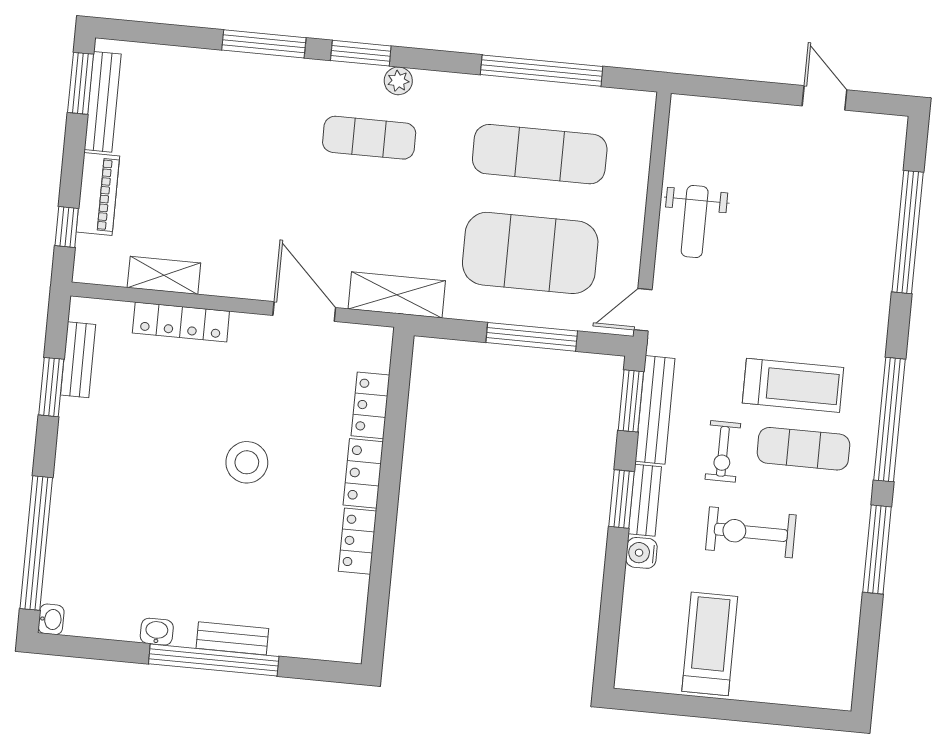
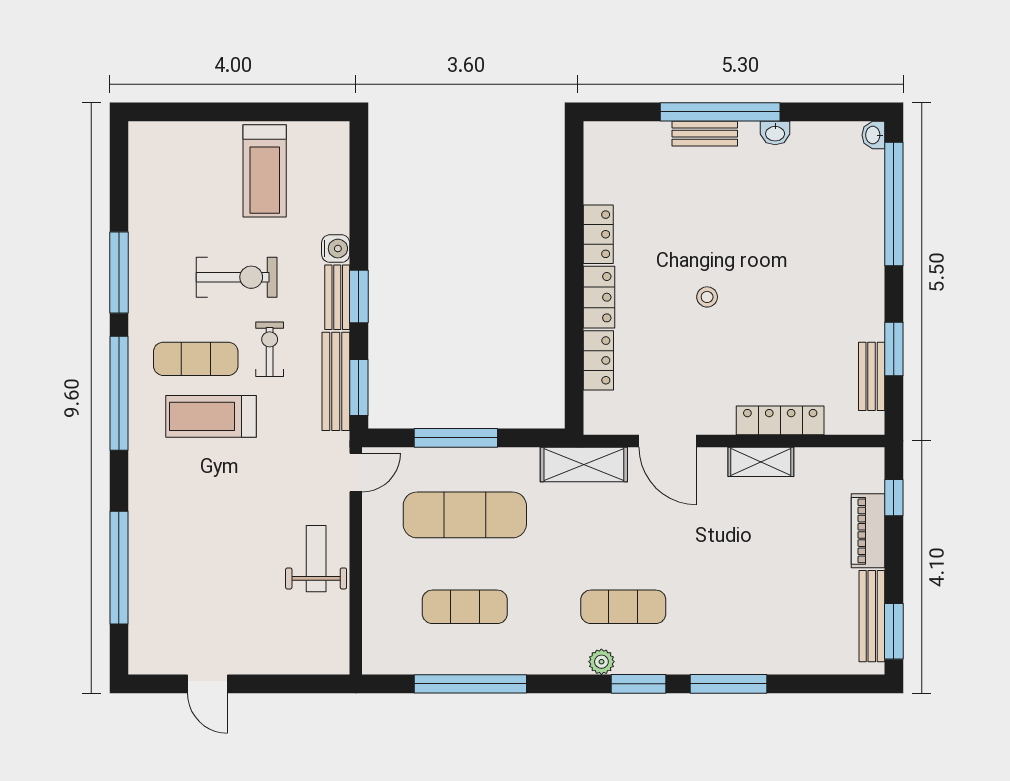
exercise mat: (540, 154) -> (465, 607), width x0.73, depth x0.69
exercise mat: (530, 253) -> (465, 515), width x0.68
shelving: (164, 275) -> (761, 462), moved
stool: (247, 462) -> (707, 297), width x0.53, depth x0.53

